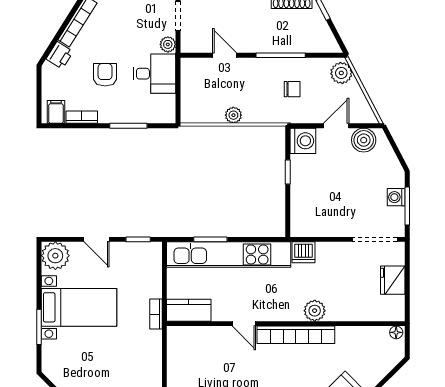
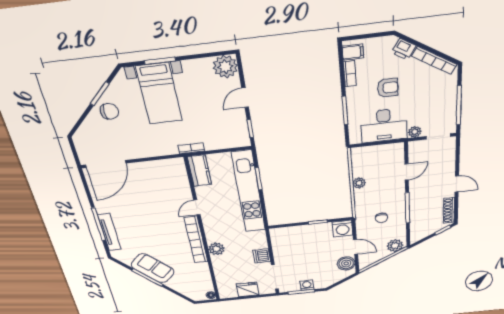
desk: (154, 74) -> (384, 125), width x1.37
dishwasher: (303, 252) -> (262, 256), moved
bed with nightstands: (79, 307) -> (159, 94), moved

